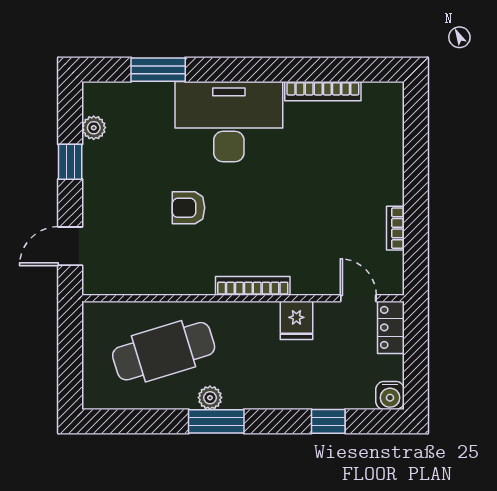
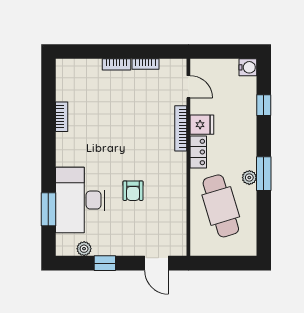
bookcase: (323, 91) -> (62, 117), width x0.64
desk: (229, 122) -> (80, 200), moved
bookcase: (395, 181) -> (116, 64), added
bookcase: (253, 286) -> (181, 128), moved
door: (358, 298) -> (188, 87), swing flipped
locker: (391, 327) -> (198, 152), moved, turned -90

